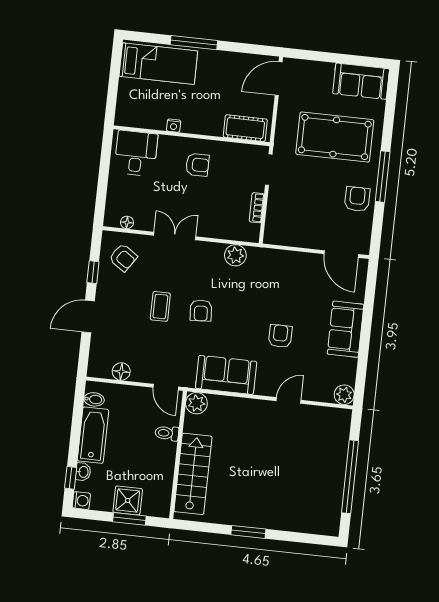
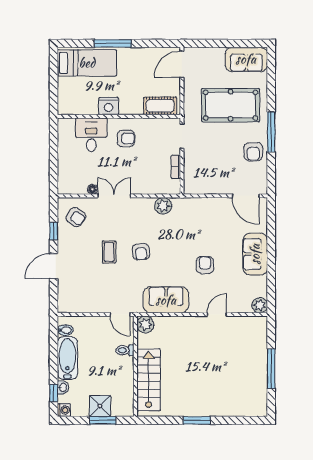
nightstand: (174, 126) -> (109, 106), width x1.89, depth x1.79
desk: (136, 153) -> (91, 135), moved
armchair: (357, 199) -> (253, 152), turned 180
floor lamp: (127, 222) -> (92, 189), moved
floor lamp: (121, 371) -> (84, 306), removed
window: (350, 477) -> (271, 369), width x0.68

